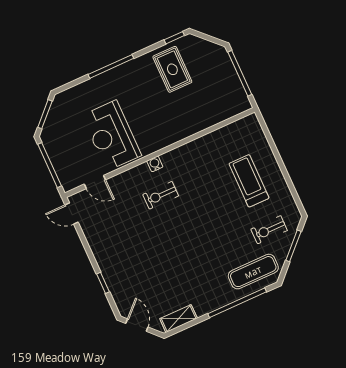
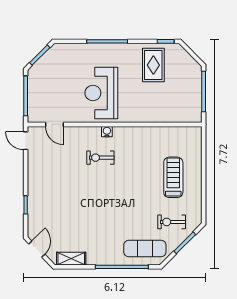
reception desk: (112, 135) -> (101, 93), moved

